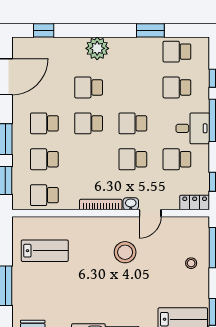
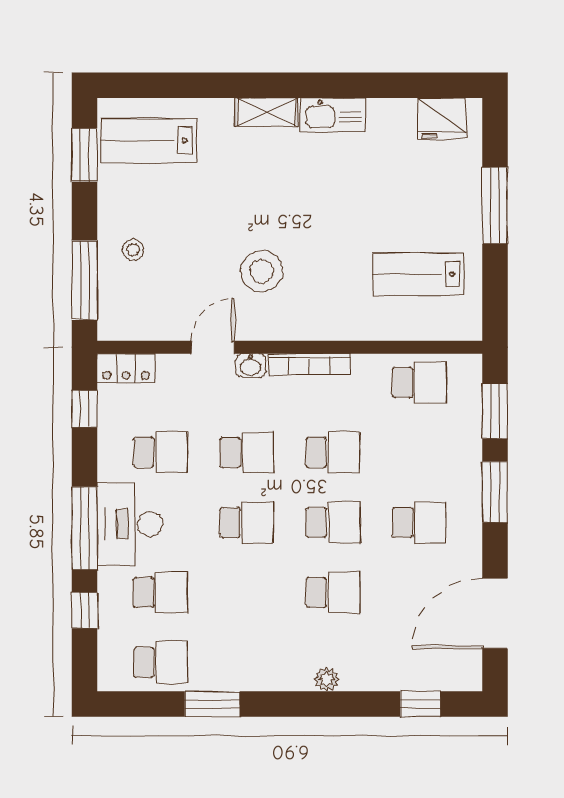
plant: (97, 48) -> (326, 679), width x0.53, depth x0.53
desk: (193, 128) -> (130, 524), width x1.37
school desk: (44, 159) -> (333, 452), moved

